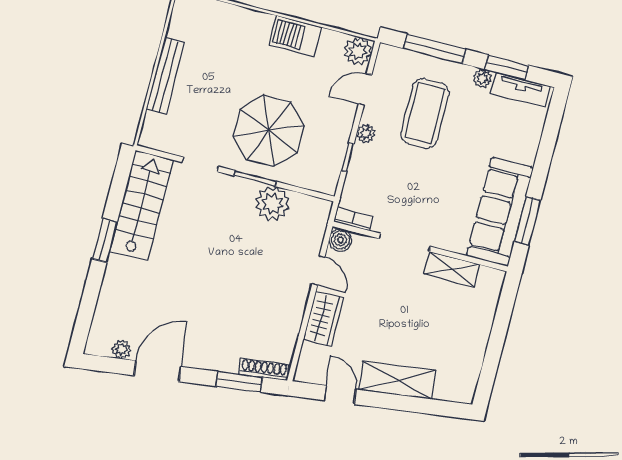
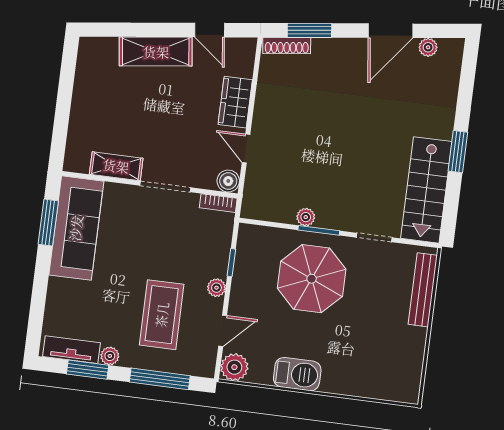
bench: (165, 76) -> (423, 290), moved
plant: (273, 204) -> (306, 217), width x0.53, depth x0.53

